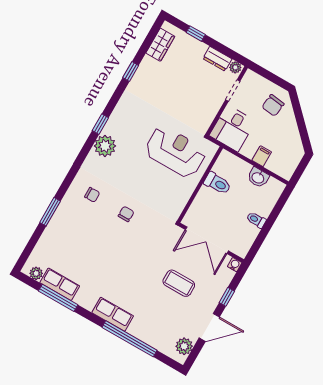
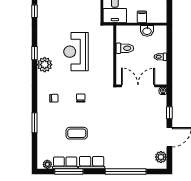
reception desk: (175, 152) -> (76, 52), moved, turned -90
double door: (207, 240) -> (138, 86), swing flipped
coffee table: (179, 283) -> (77, 133), moved
row of seats: (113, 314) -> (92, 163), moved

